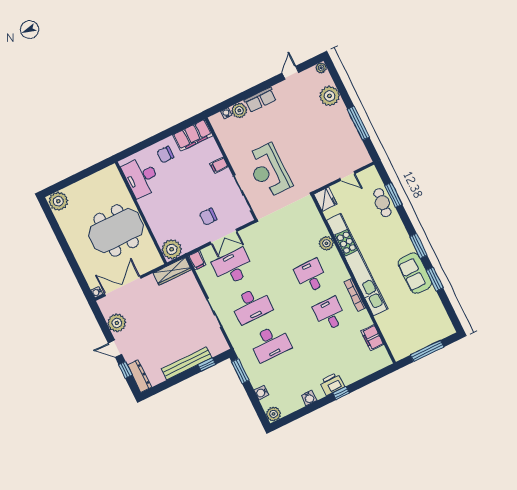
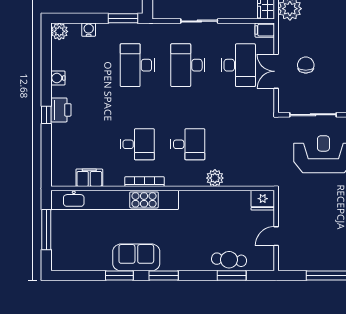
kitchen unit: (357, 265) -> (115, 200), moved

